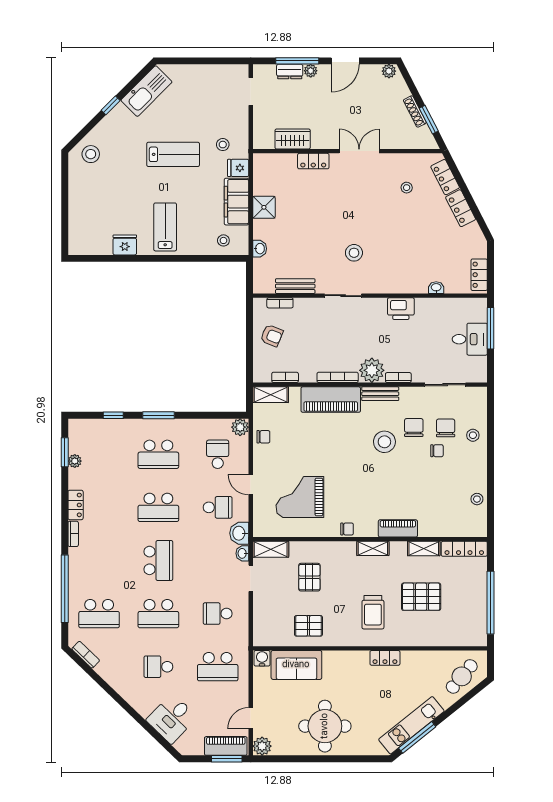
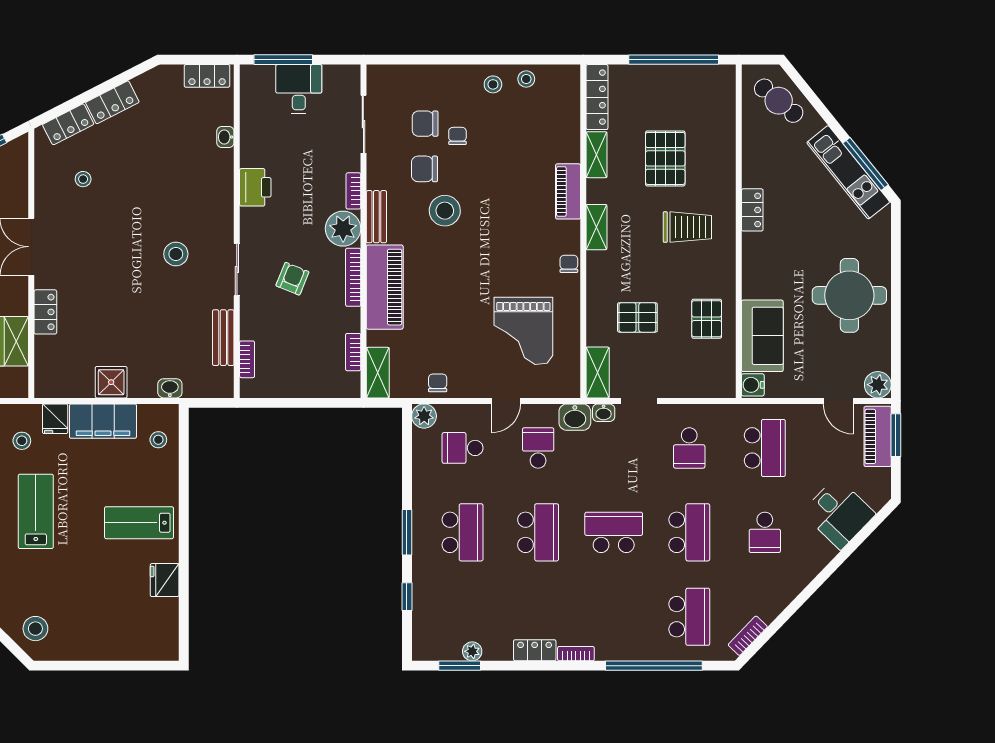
armchair: (272, 336) -> (292, 279), moved
stool: (473, 435) -> (493, 84), moved

